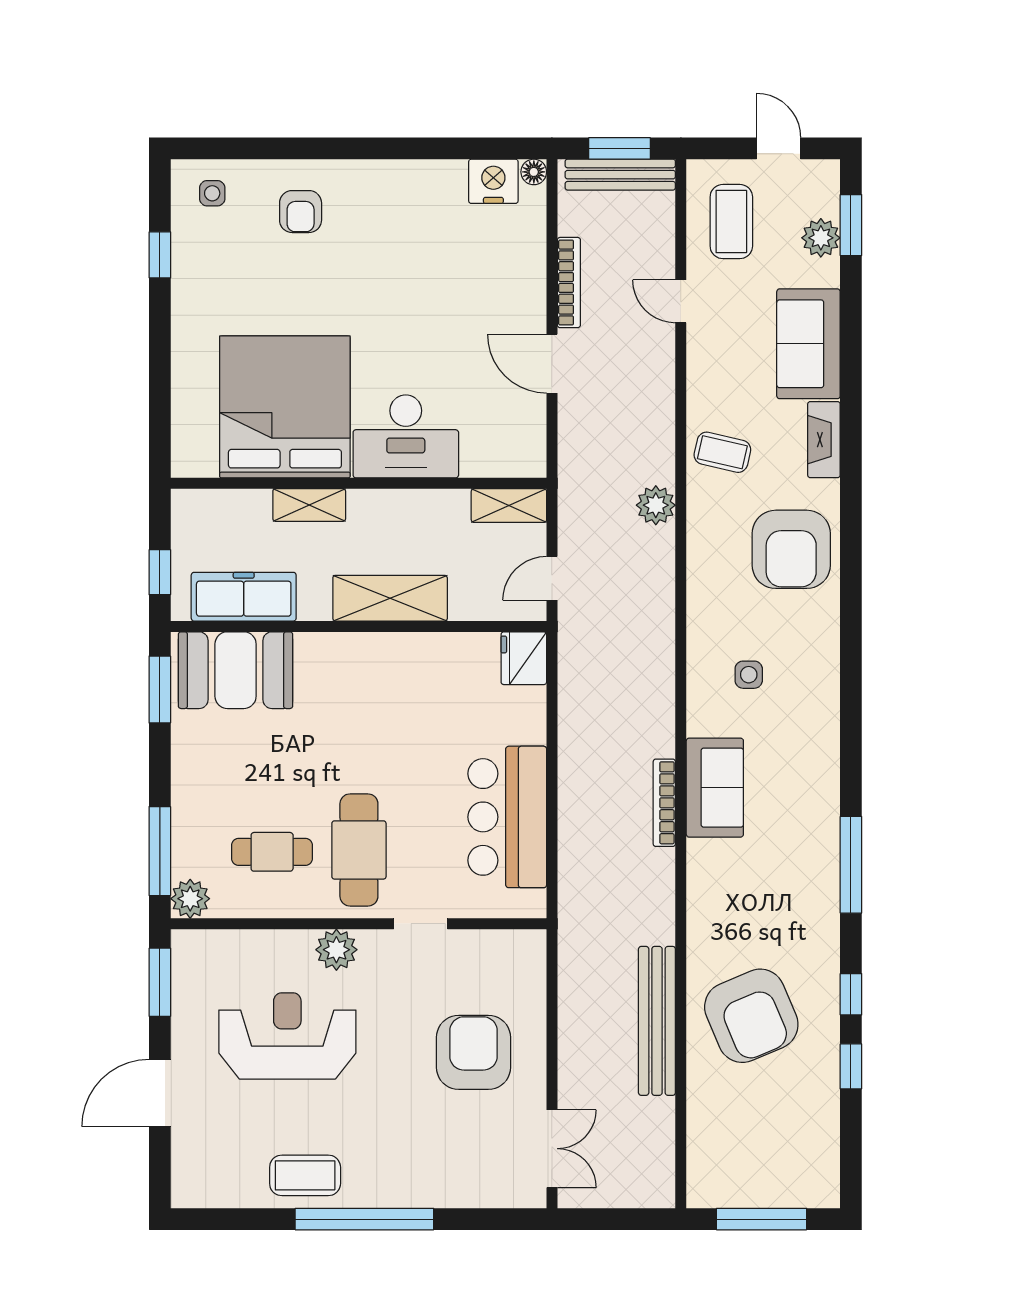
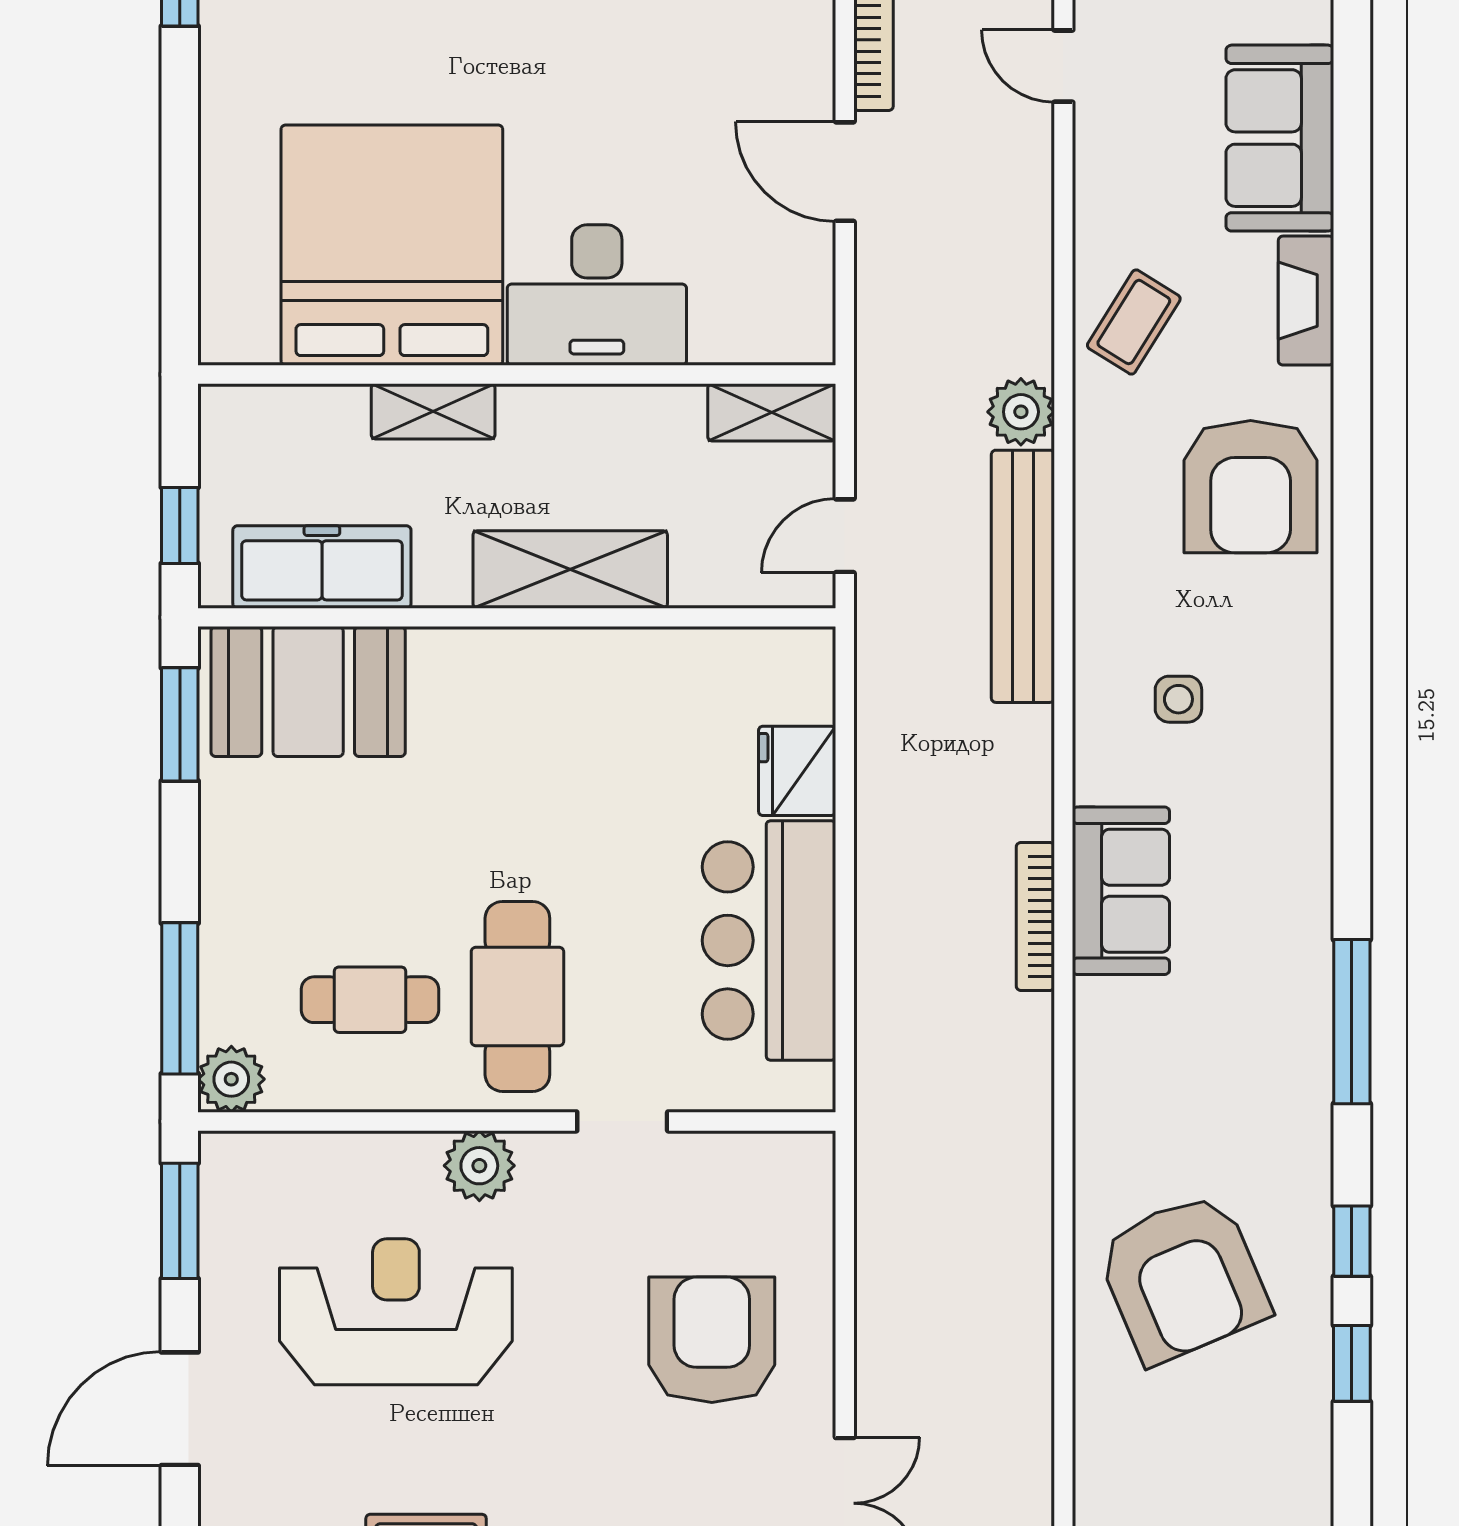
coffee table: (722, 452) -> (1134, 322), turned -71
fridge: (524, 658) -> (797, 771), moved
bench: (657, 1021) -> (1023, 576), moved

